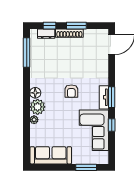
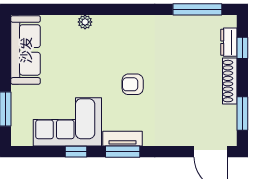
window: (76, 26) -> (242, 114), moved
floor lamp: (35, 93) -> (130, 24), removed
plant: (38, 107) -> (106, 28), removed

